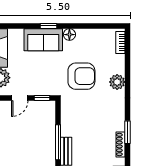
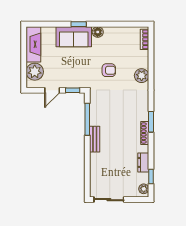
armchair: (81, 76) -> (109, 70), width x0.53, depth x0.53
window: (58, 142) -> (87, 119), moved

